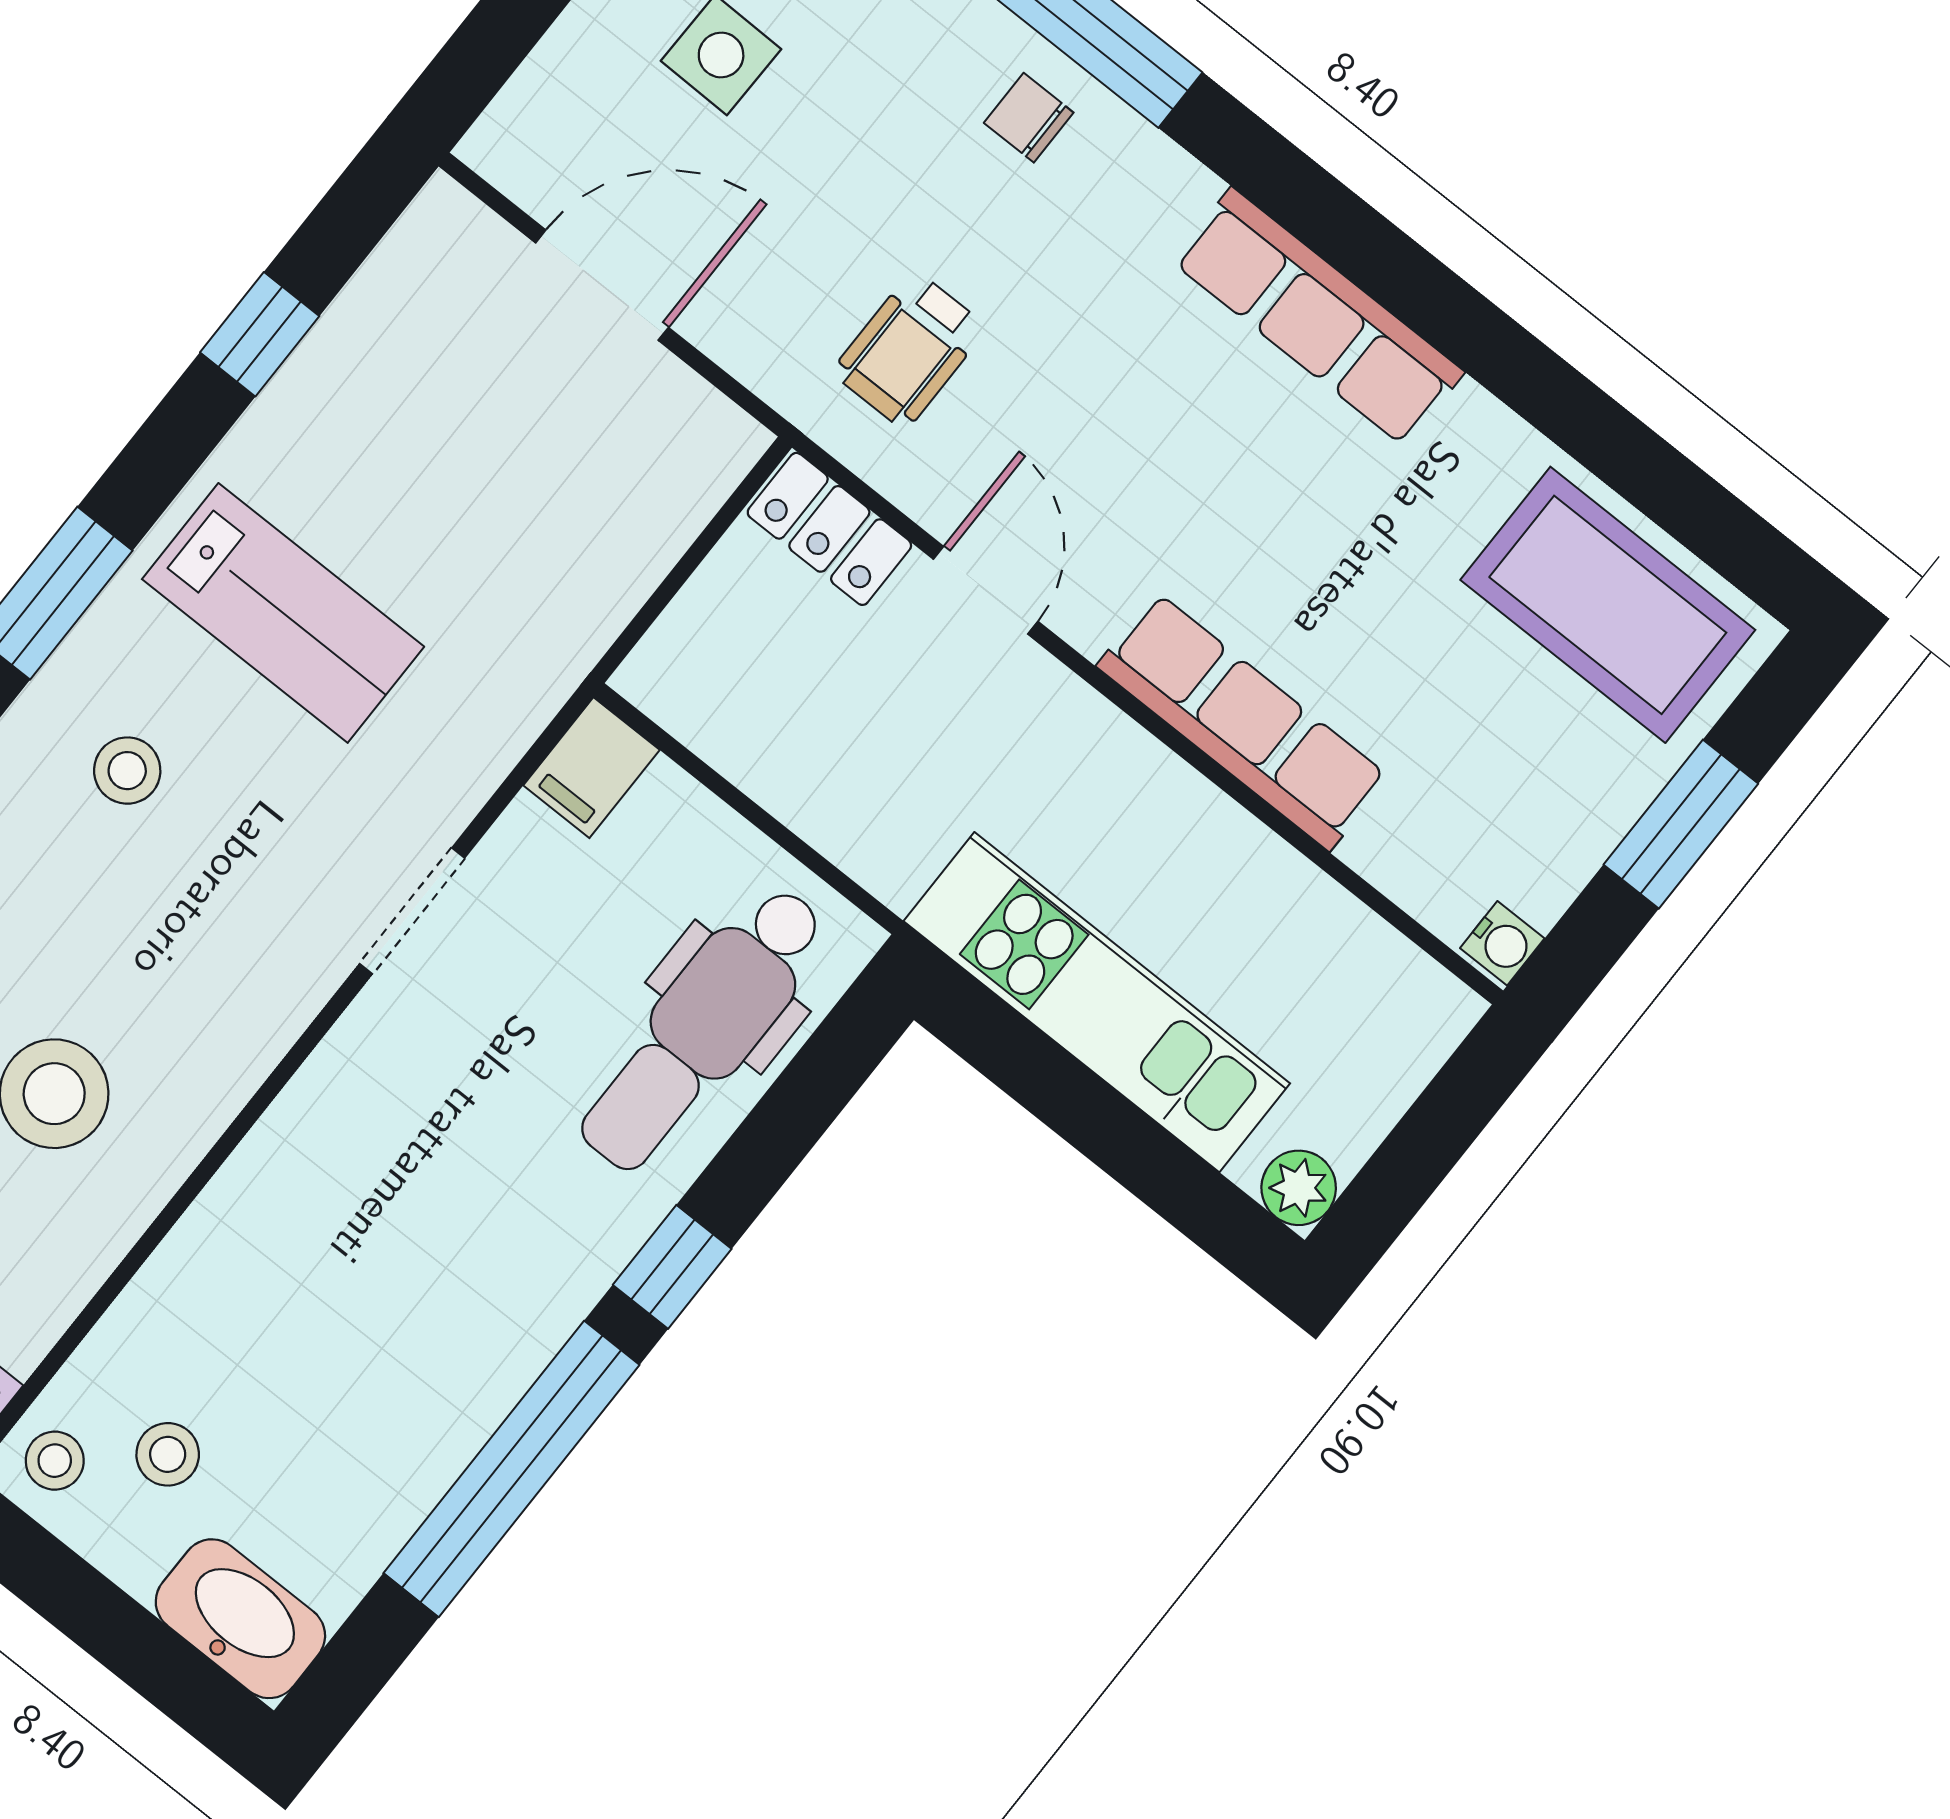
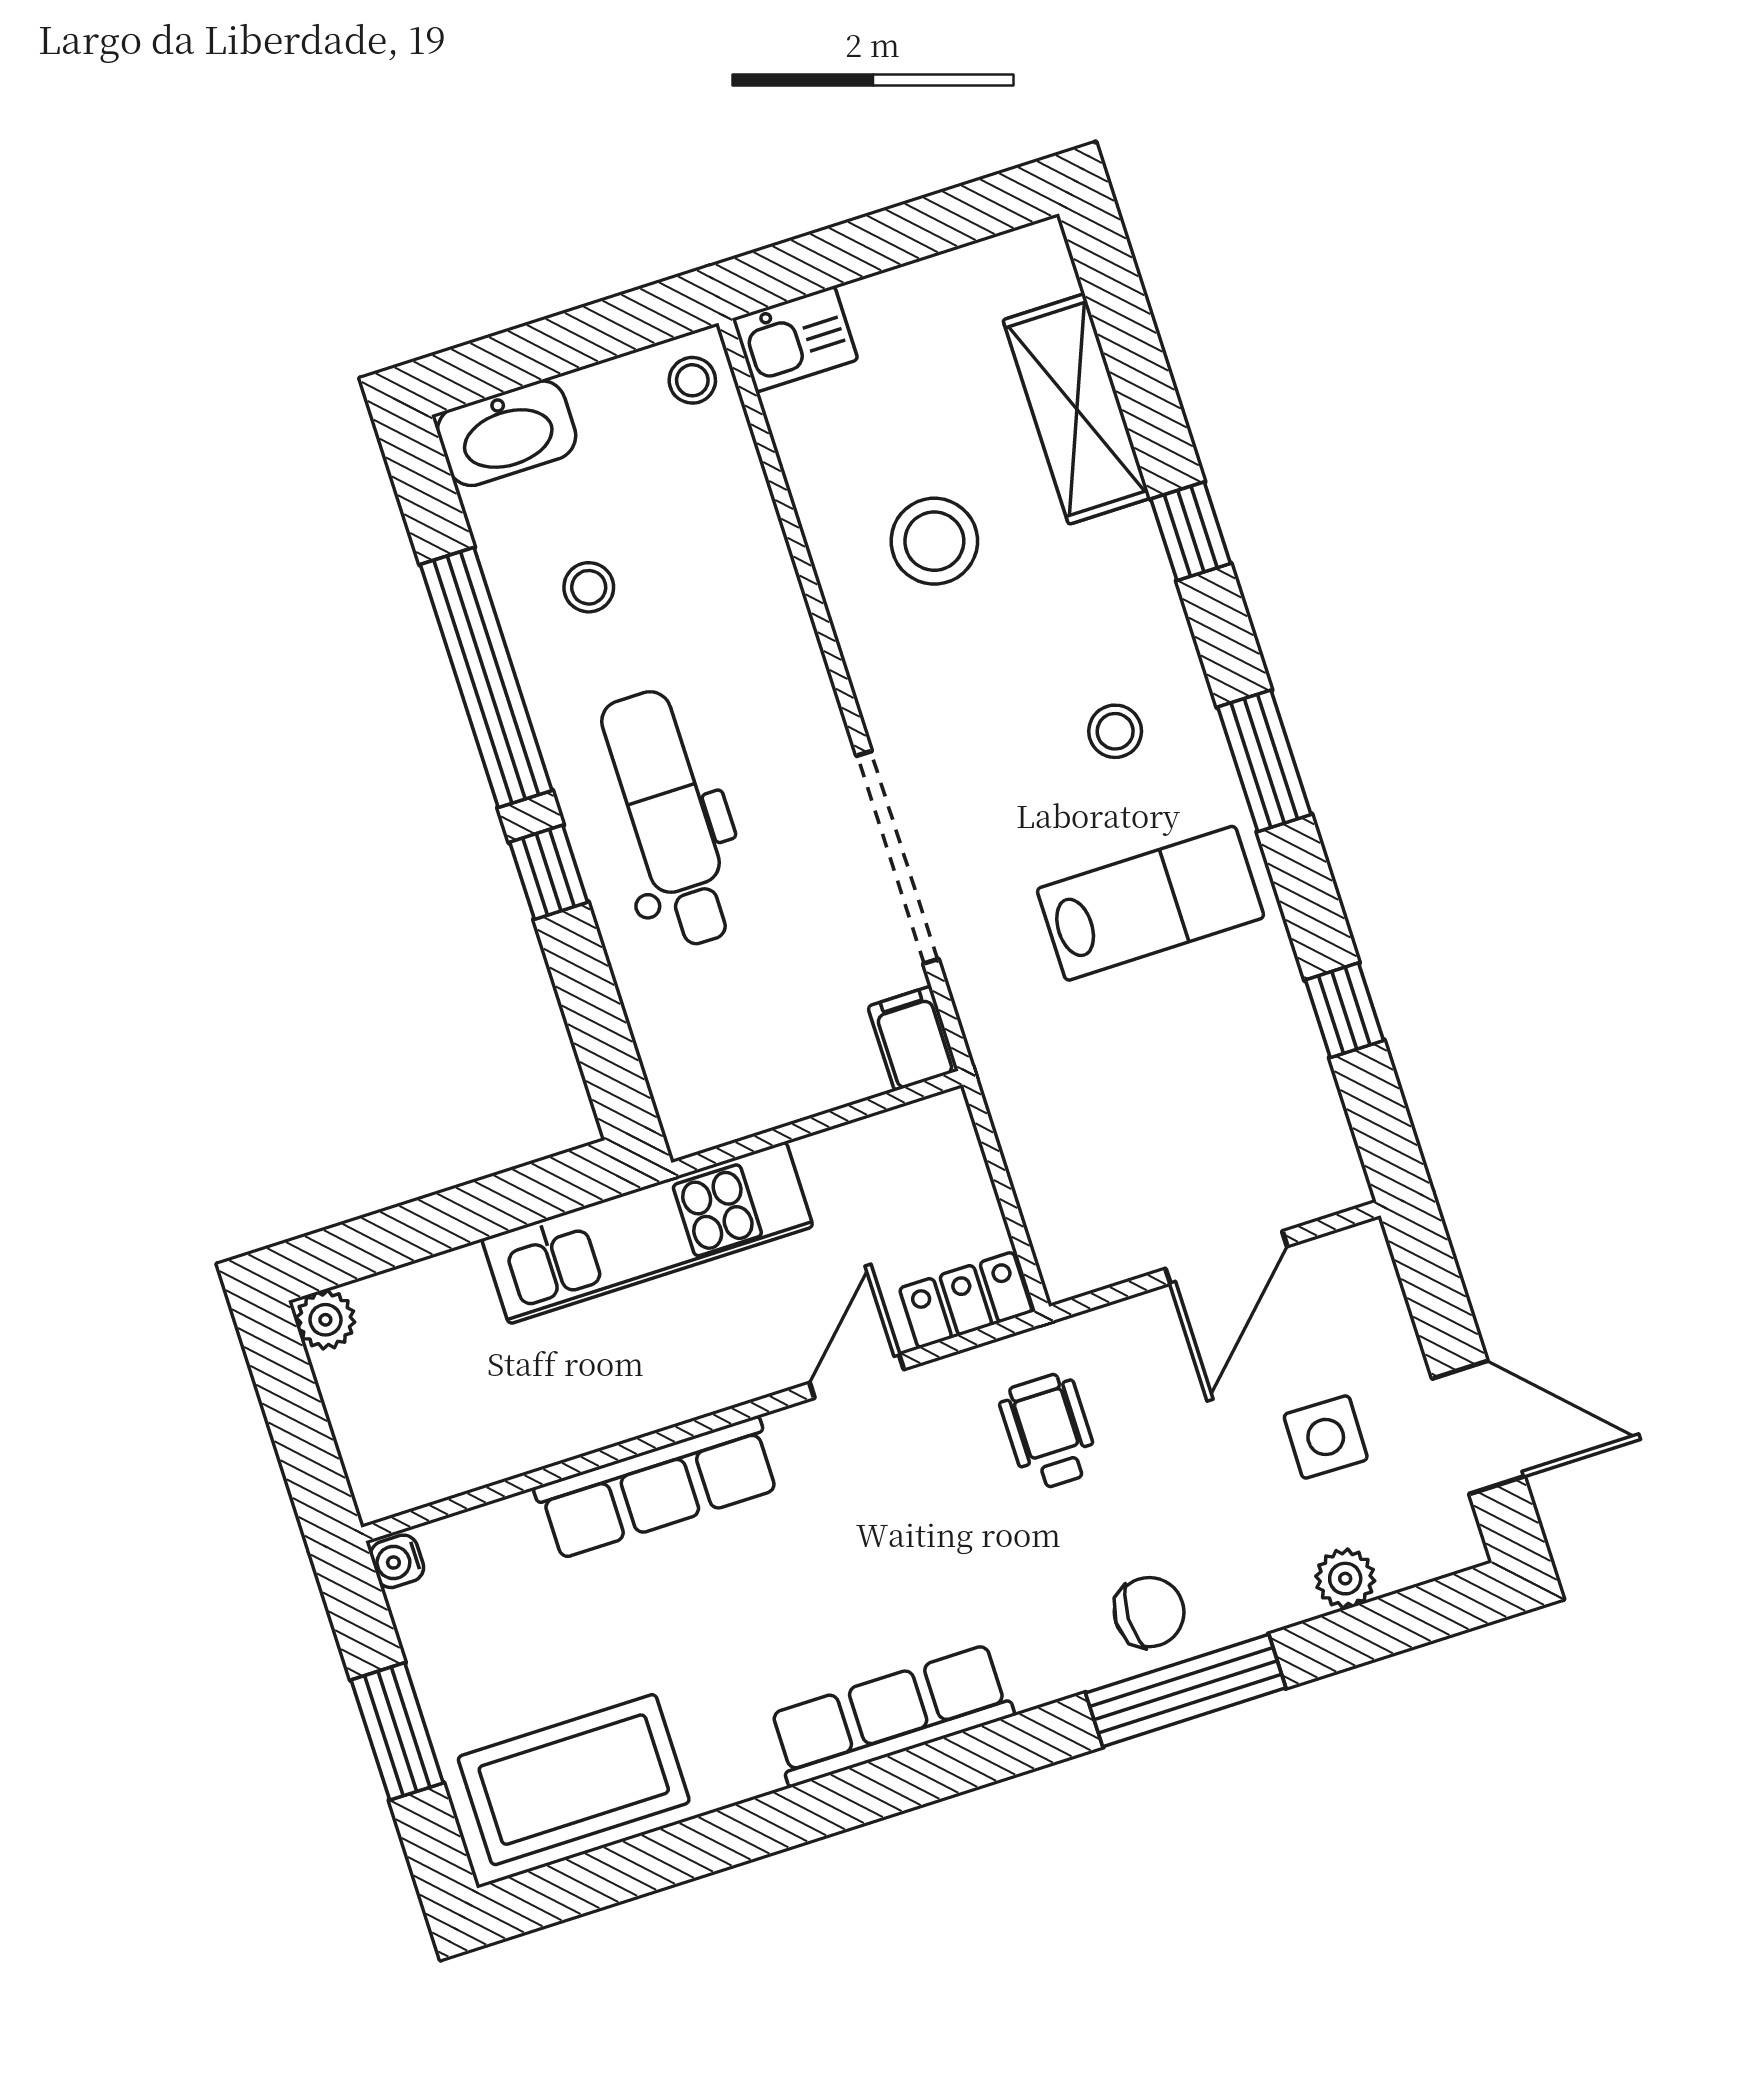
chair: (1029, 118) -> (1149, 1612), width x1.37, depth x1.37
door: (986, 590) -> (857, 1376), swing flipped
lab bench: (283, 613) -> (1150, 903), turned 180
doorway: (412, 911) -> (898, 857), width x1.87
kitchen unit: (1097, 1002) -> (647, 1233), moved
dental chair: (703, 1029) -> (669, 819), moved
stool: (168, 1454) -> (589, 587), moved

